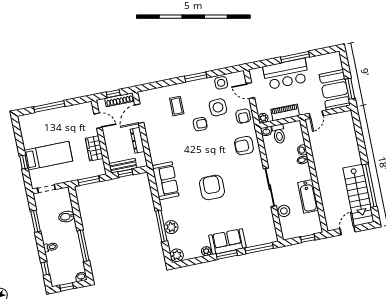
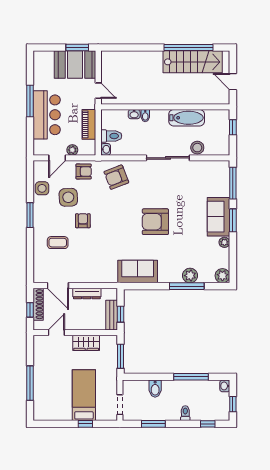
plant: (263, 118) -> (72, 150), moved
armchair: (244, 146) -> (116, 177), turned 69

